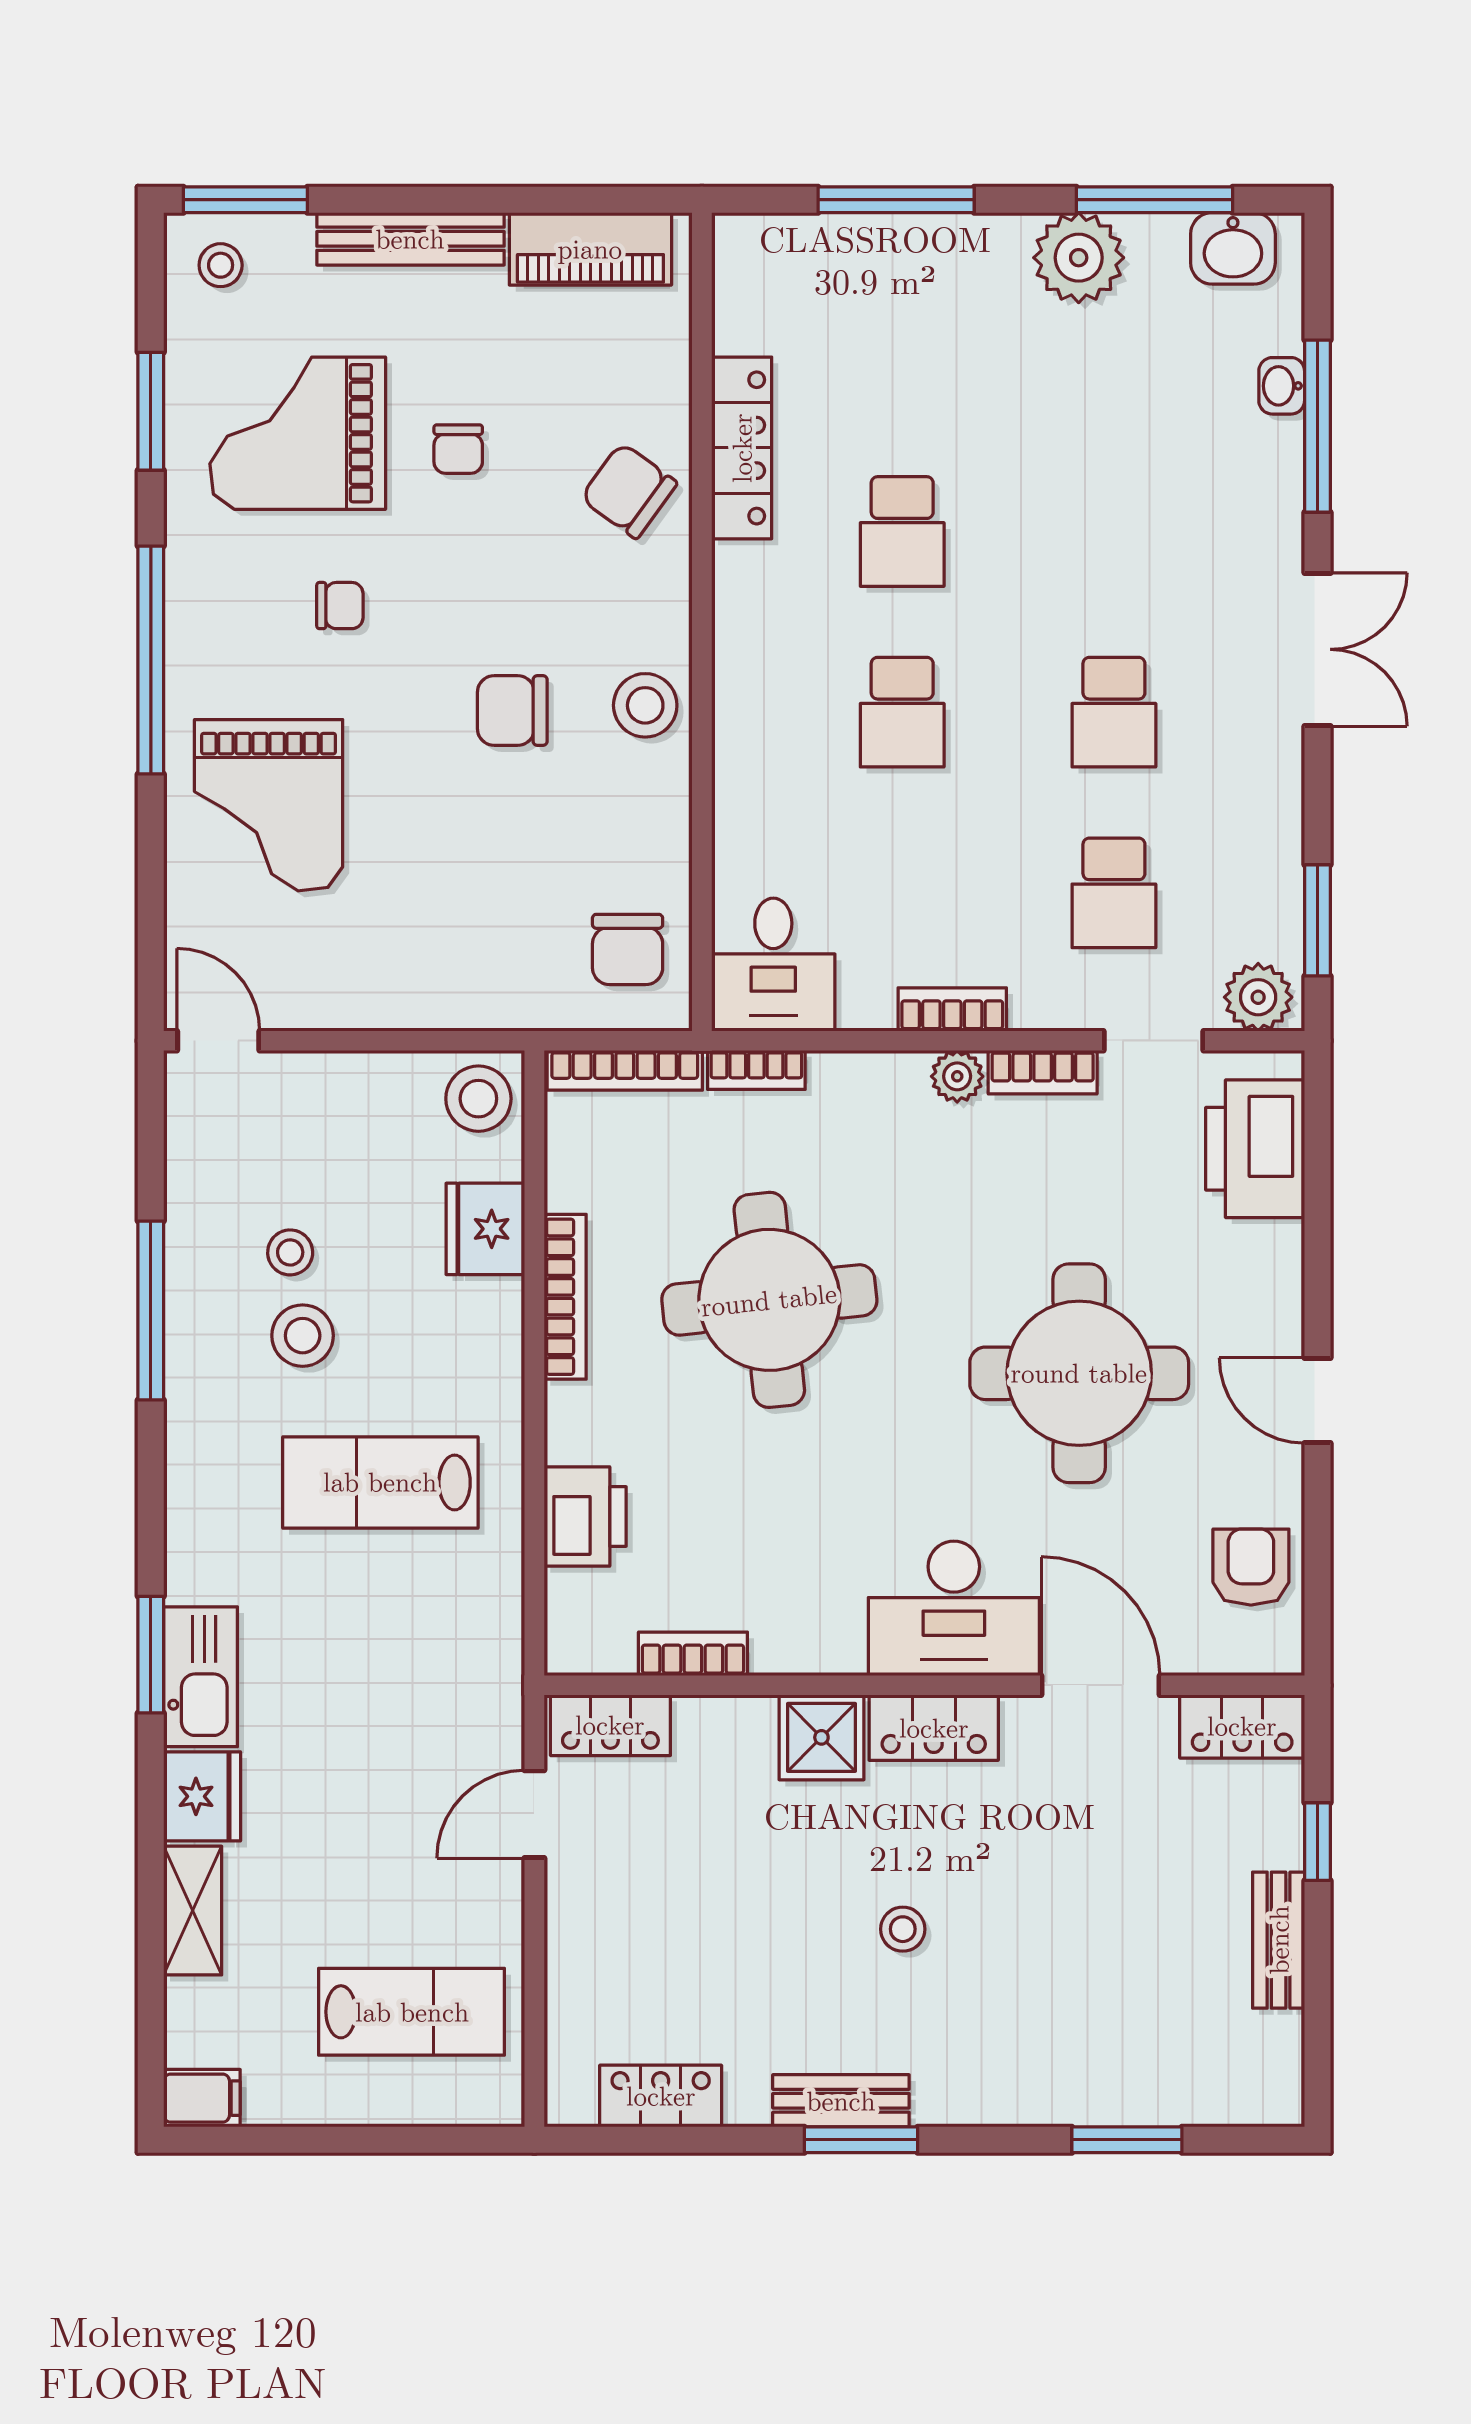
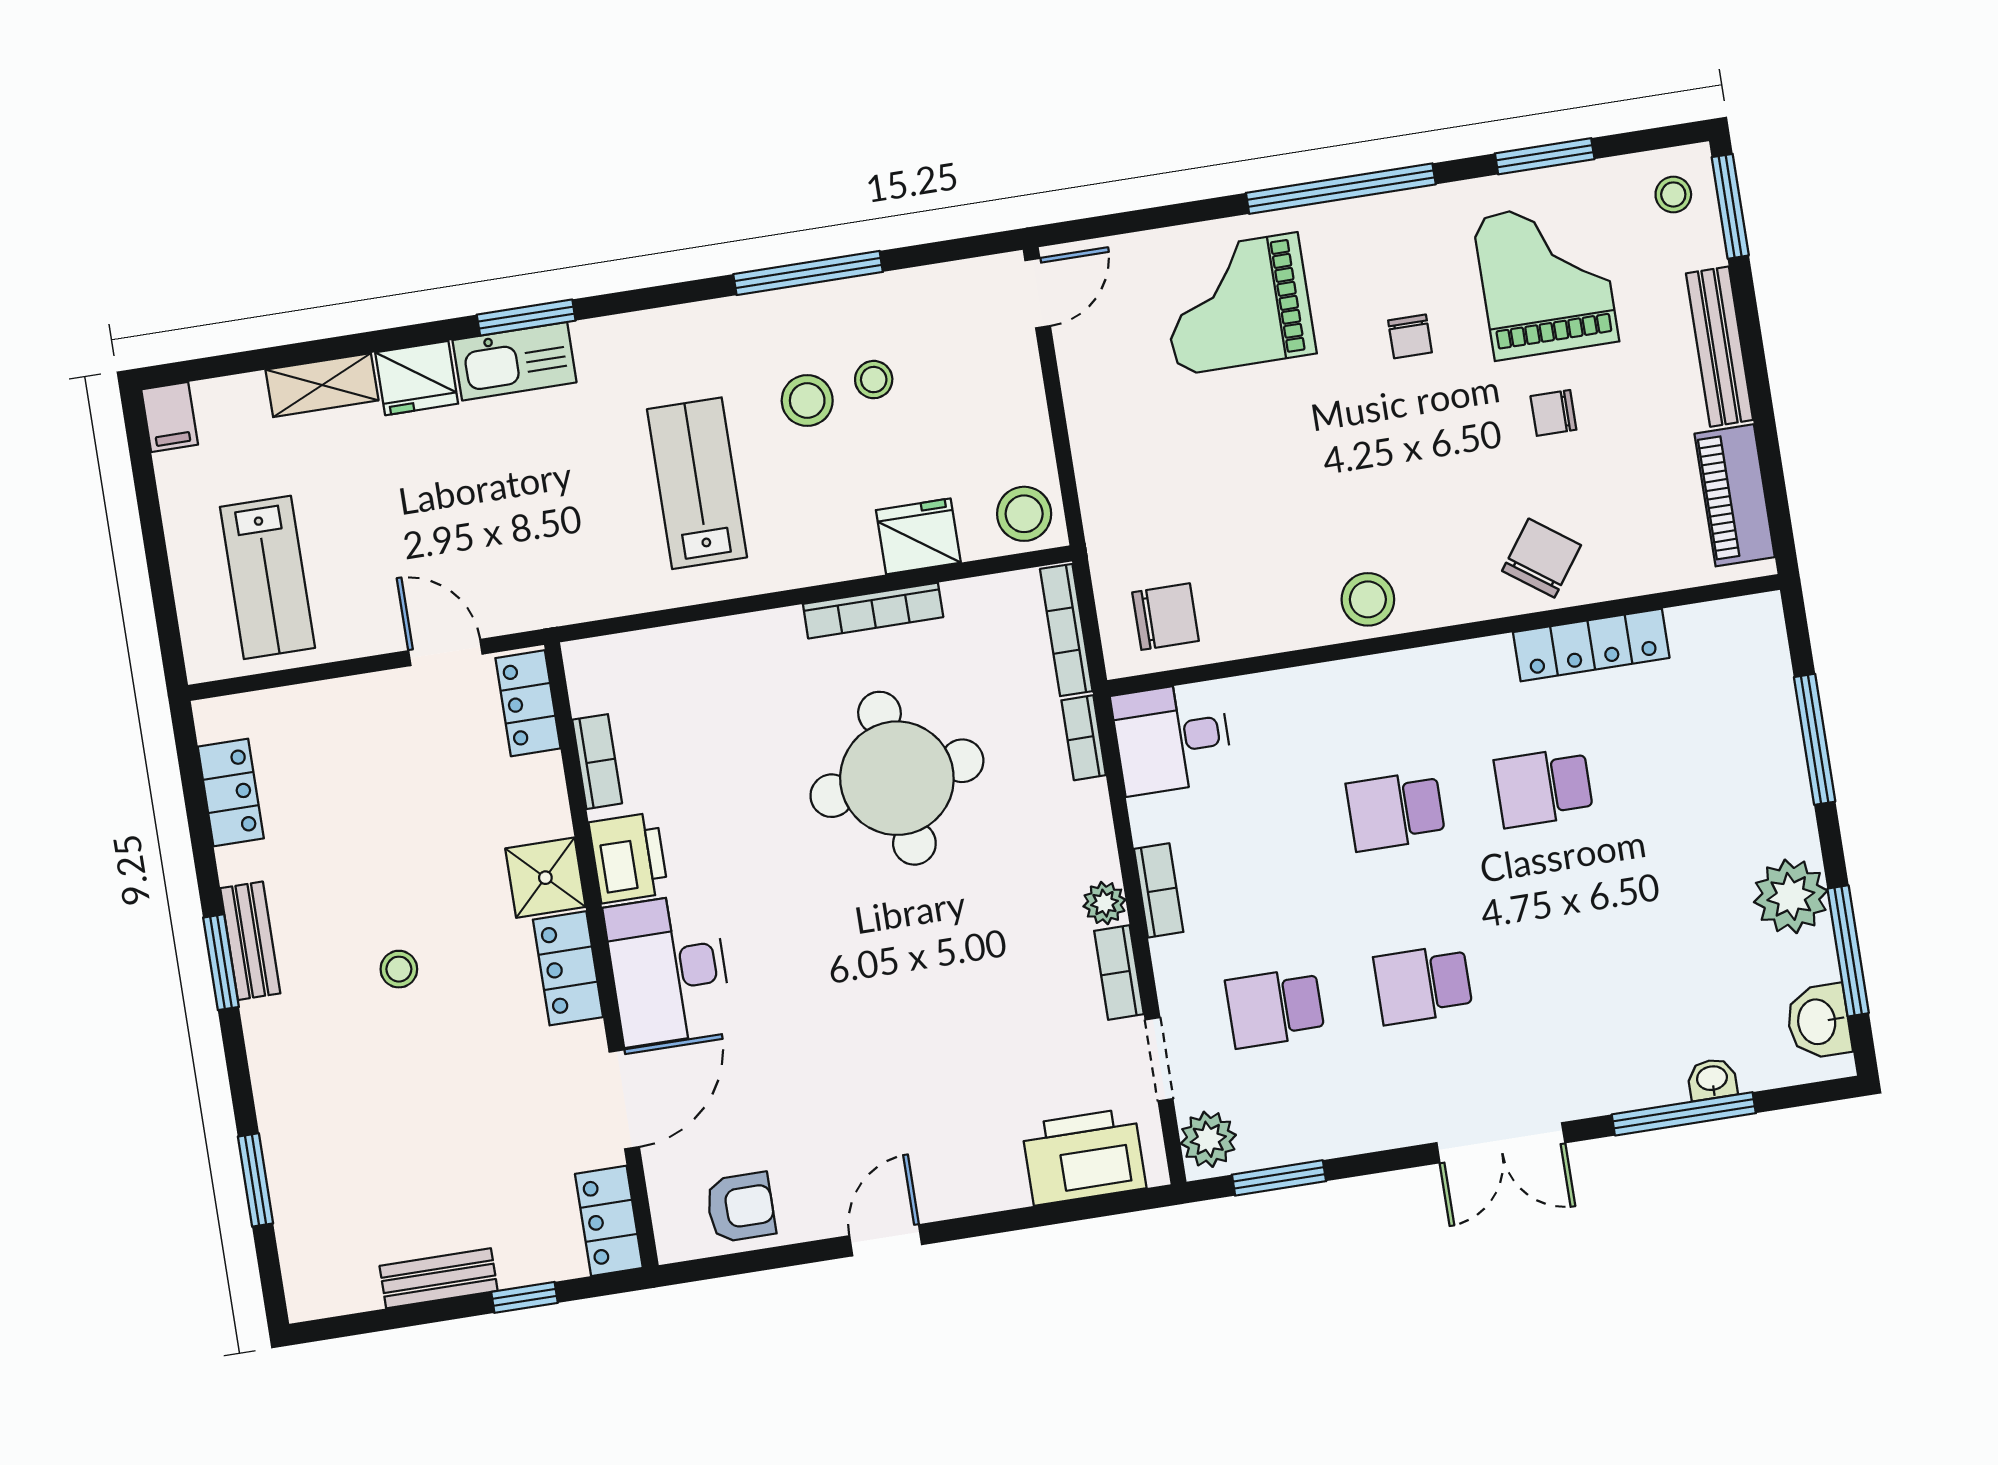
chair: (512, 710) -> (1346, 491), removed
chair: (628, 949) -> (1166, 617), turned 180
round table: (1079, 1373) -> (877, 1042), removed
printer: (585, 1516) -> (629, 858), moved, turned -90

